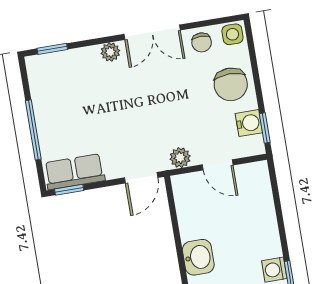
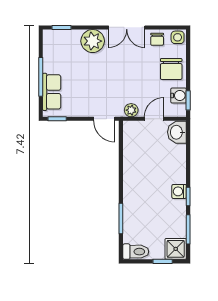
plant: (110, 52) -> (93, 41), width x1.88, depth x1.88
door: (218, 165) -> (154, 119), swing flipped
row of seats: (74, 172) -> (52, 92), moved, turned 90
door: (141, 178) -> (104, 119), hinge flipped
washbasin: (198, 257) -> (177, 132), moved, turned 180

